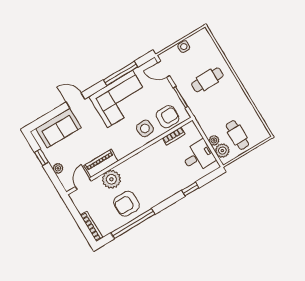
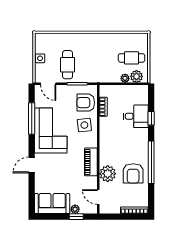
door: (164, 69) -> (48, 84), hinge flipped
cafe table: (207, 80) -> (68, 65), moved
armchair: (168, 117) -> (86, 103), turned -90
sofa: (58, 128) -> (52, 204), moved, turned -90
desk: (198, 156) -> (136, 116), moved, turned 90
window: (41, 157) -> (76, 217), moved
piano: (101, 163) -> (91, 162), moved
window: (133, 224) -> (151, 162), moved

